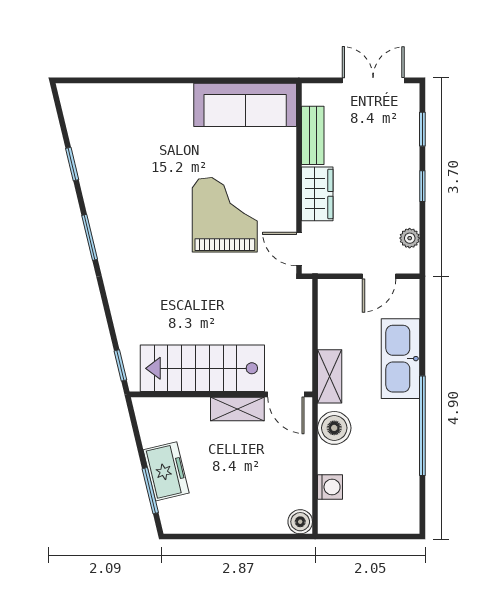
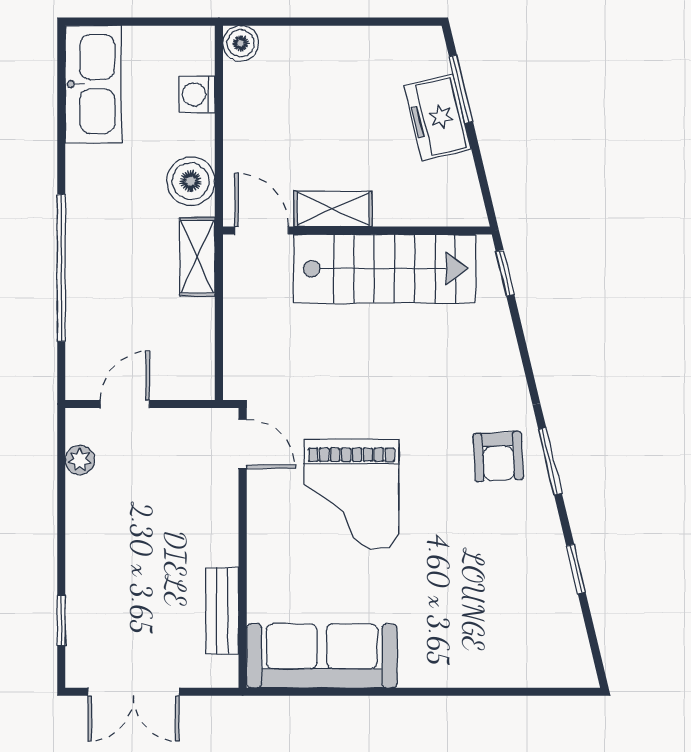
window: (422, 186) -> (61, 536), removed
wardrobe: (317, 194) -> (216, 525), removed
armchair: (125, 240) -> (498, 457), added
kitchen sink: (401, 359) -> (93, 84), moved
window: (422, 426) -> (61, 268), moved

